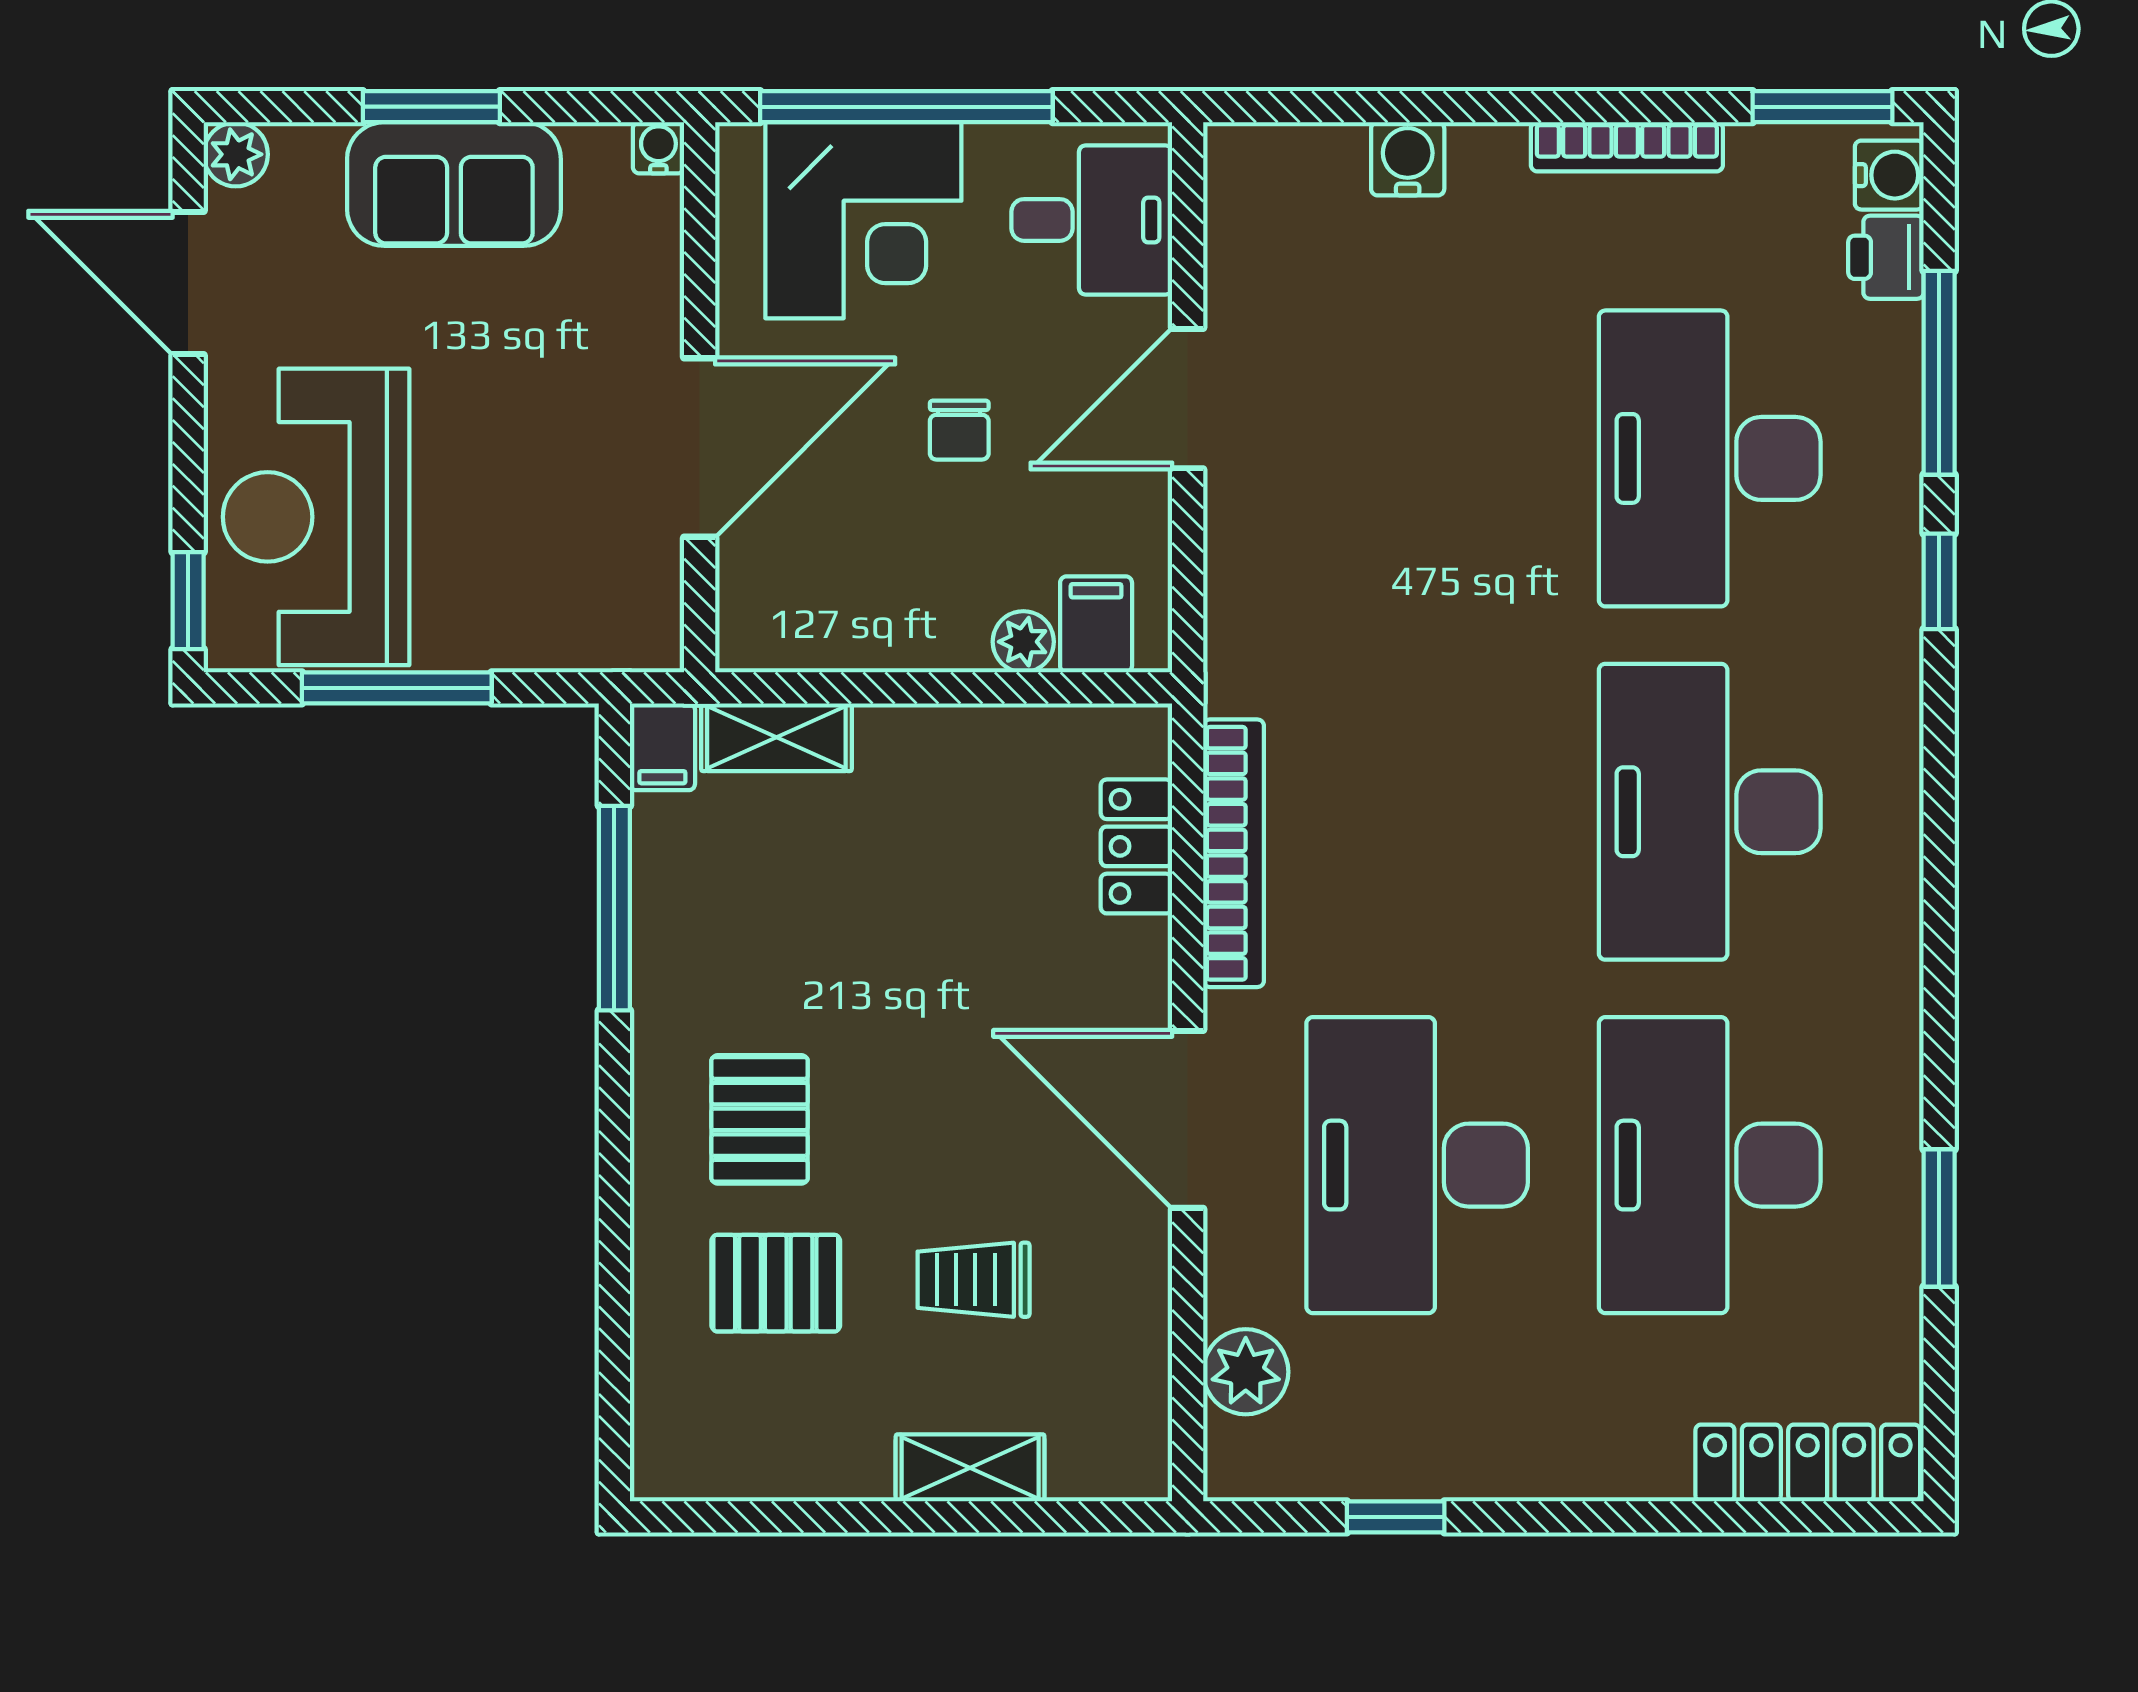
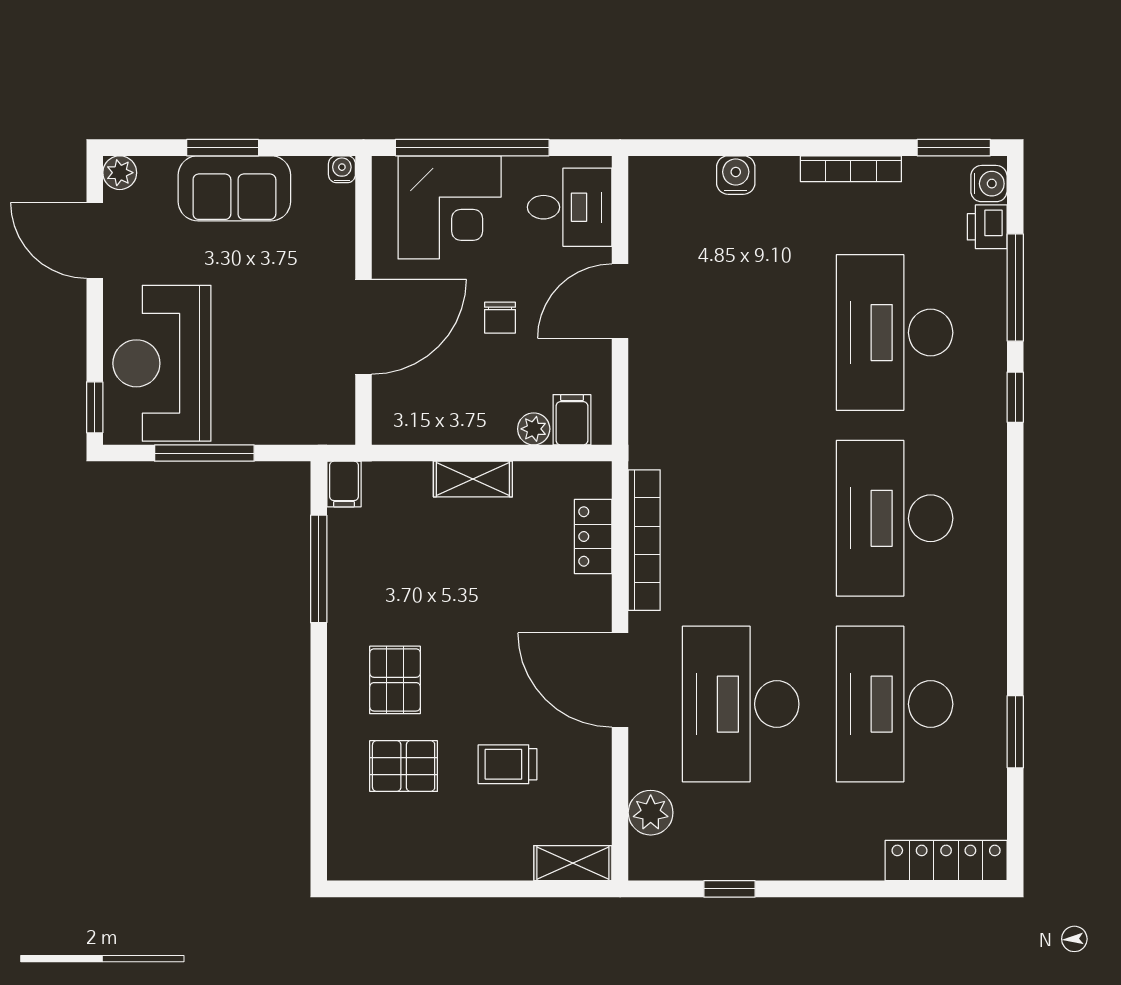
shelving: (776, 737) -> (473, 479), moved
shelving: (970, 1468) -> (573, 863), moved

